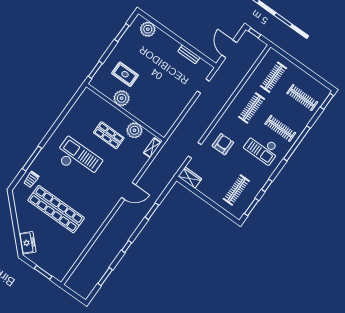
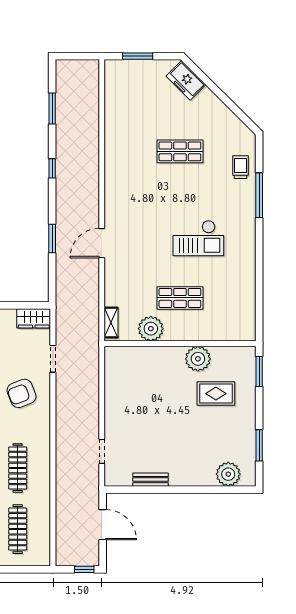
armchair: (223, 144) -> (22, 393), turned 69
checkout: (78, 159) -> (198, 238), width x0.73, depth x0.83
shop shelf: (56, 209) -> (180, 151), width x0.50, depth x0.74

